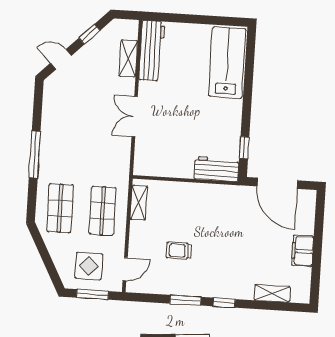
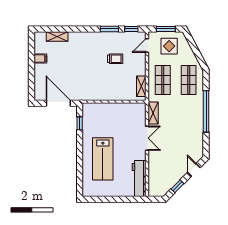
shelving: (128, 58) -> (153, 113), moved
door: (61, 59) -> (194, 170), swing flipped
lab bench: (227, 63) -> (103, 159), moved
window: (35, 155) -> (206, 111), width x1.46
workbench: (217, 169) -> (96, 110), removed
filing cabinet: (303, 251) -> (40, 59), width x0.50
window: (224, 303) -> (131, 29), moved

